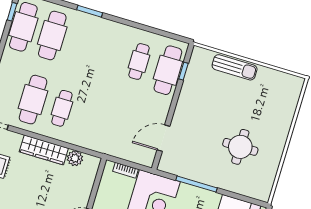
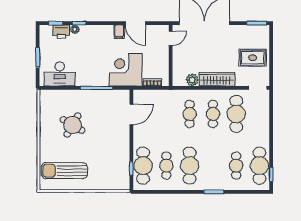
cafe table: (52, 35) -> (236, 166), width x0.73, depth x0.74
cafe table: (110, 53) -> (190, 166), added
sun lounger: (235, 67) -> (64, 171), moved, width x1.36, depth x1.34
cafe table: (91, 117) -> (190, 114), added
round table: (240, 147) -> (73, 125), turned 30

